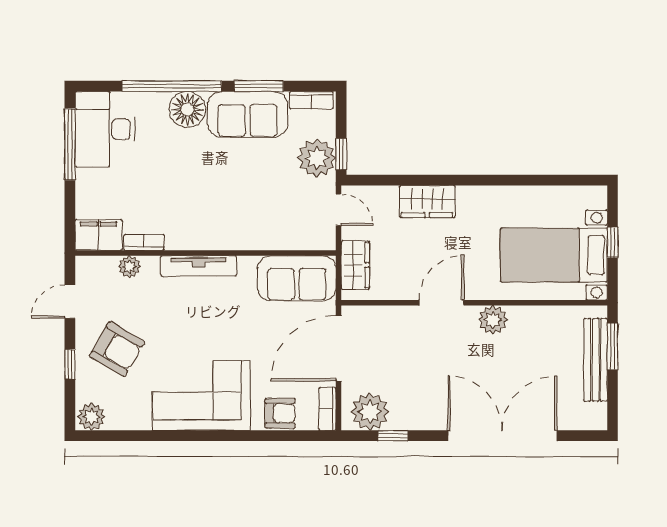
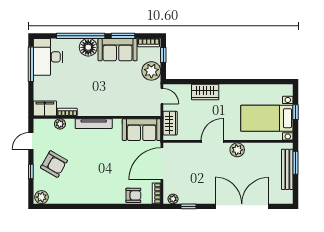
window: (341, 154) -> (163, 55), moved
corner sofa: (201, 395) -> (95, 187), removed
plant: (370, 412) -> (173, 199), width x0.53, depth x0.53

